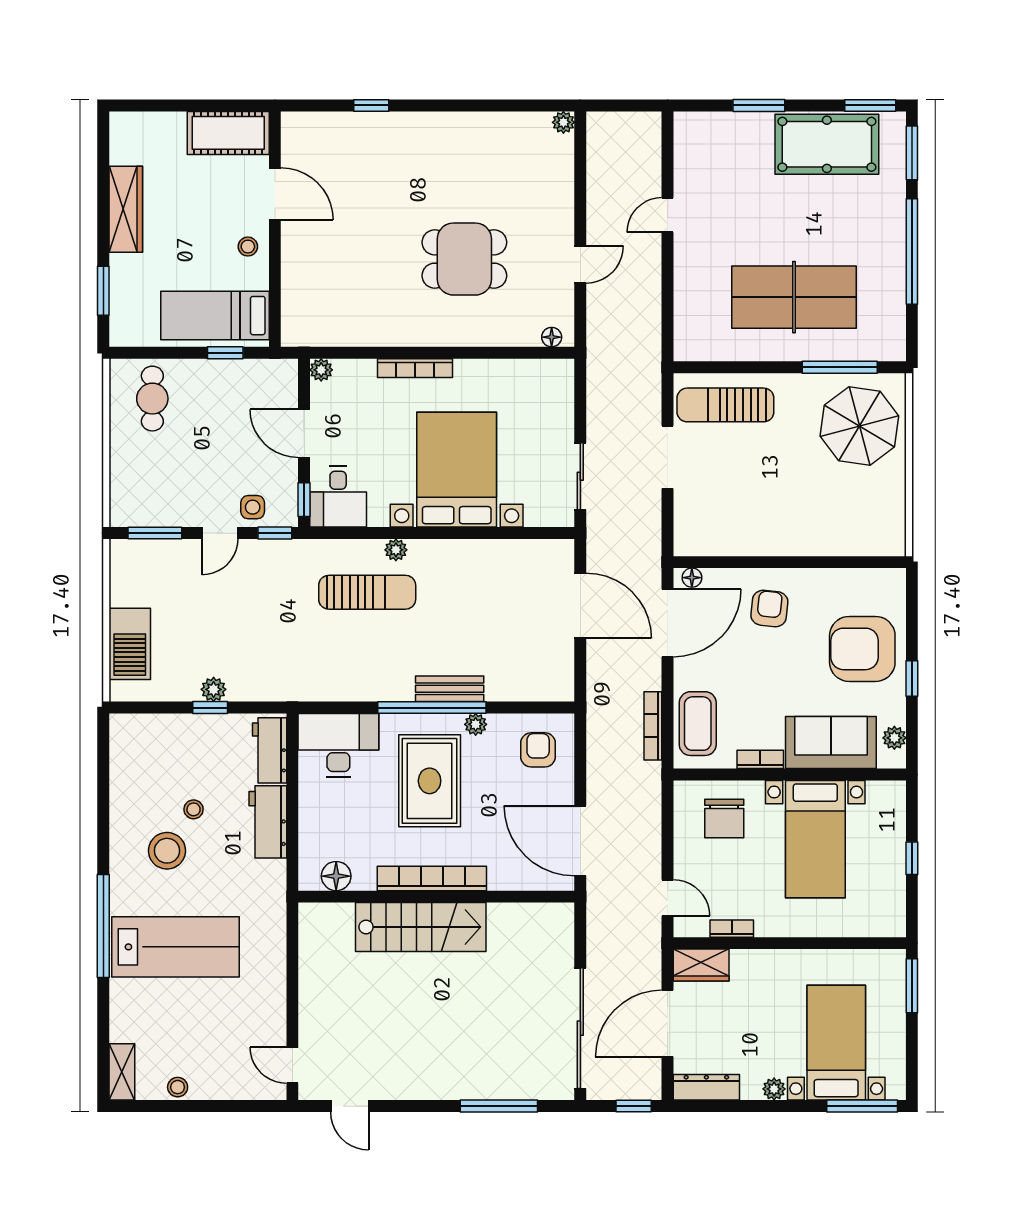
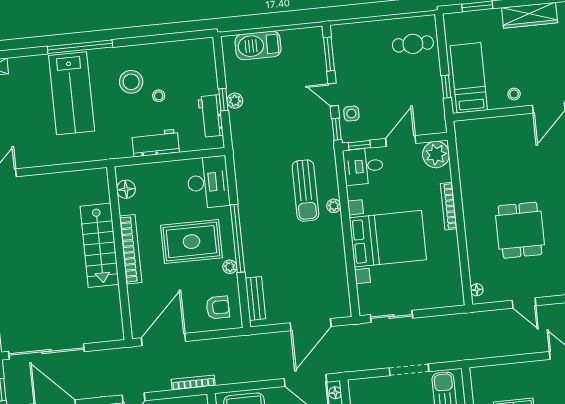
plant: (321, 370) -> (436, 154), width x1.88, depth x1.88
bench: (450, 689) -> (255, 298), moved
bookcase: (653, 726) -> (193, 383), moved
workbench: (270, 750) -> (211, 116), moved, turned -90

